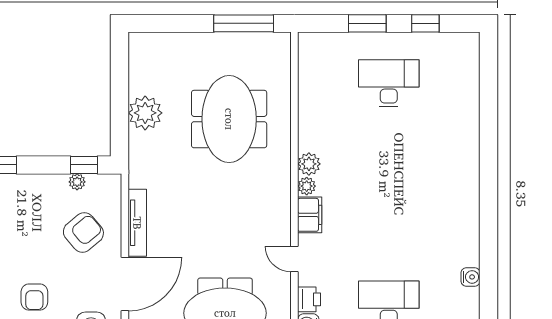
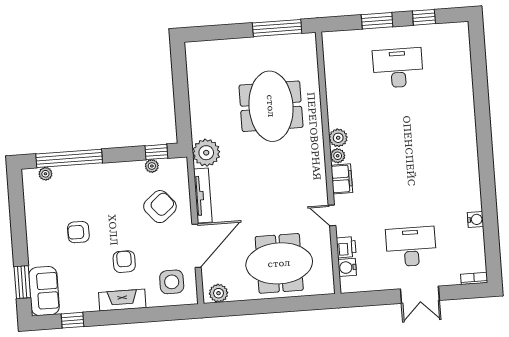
plant: (145, 113) -> (206, 153), moved
armchair: (34, 297) -> (124, 262), turned 180

